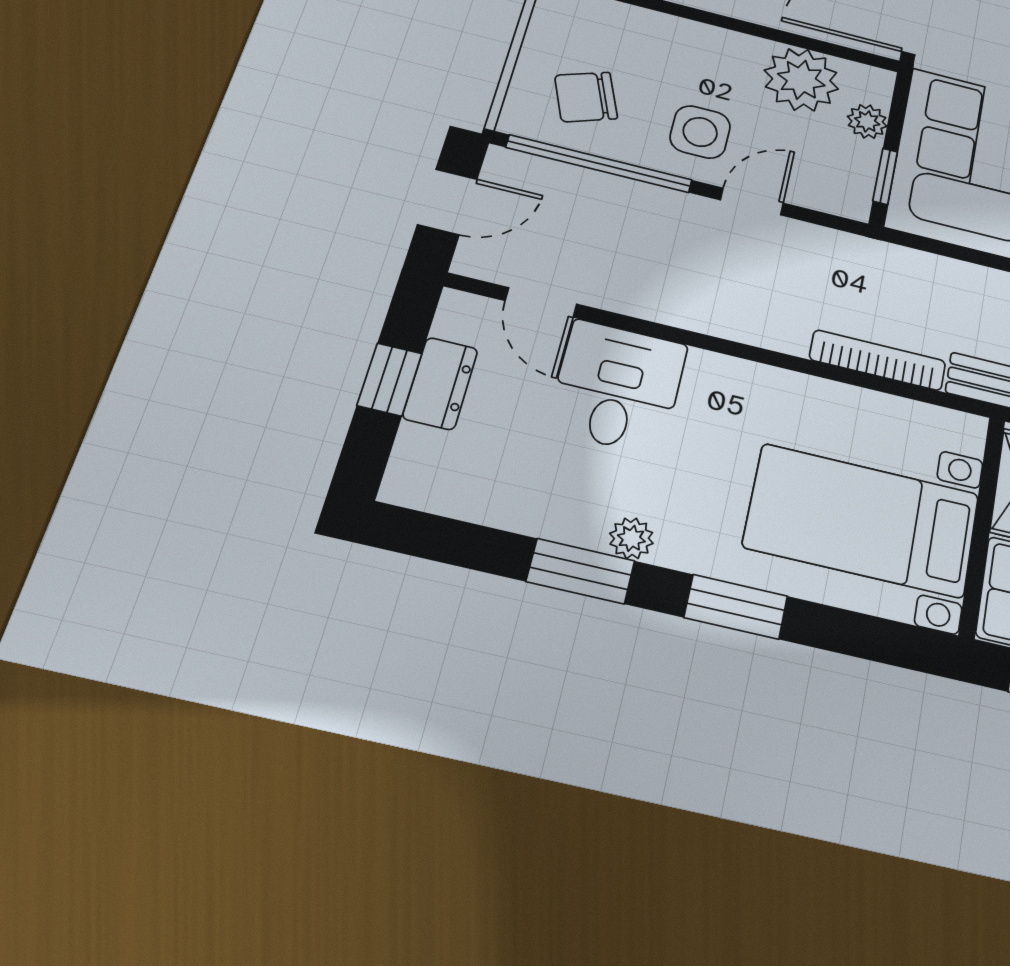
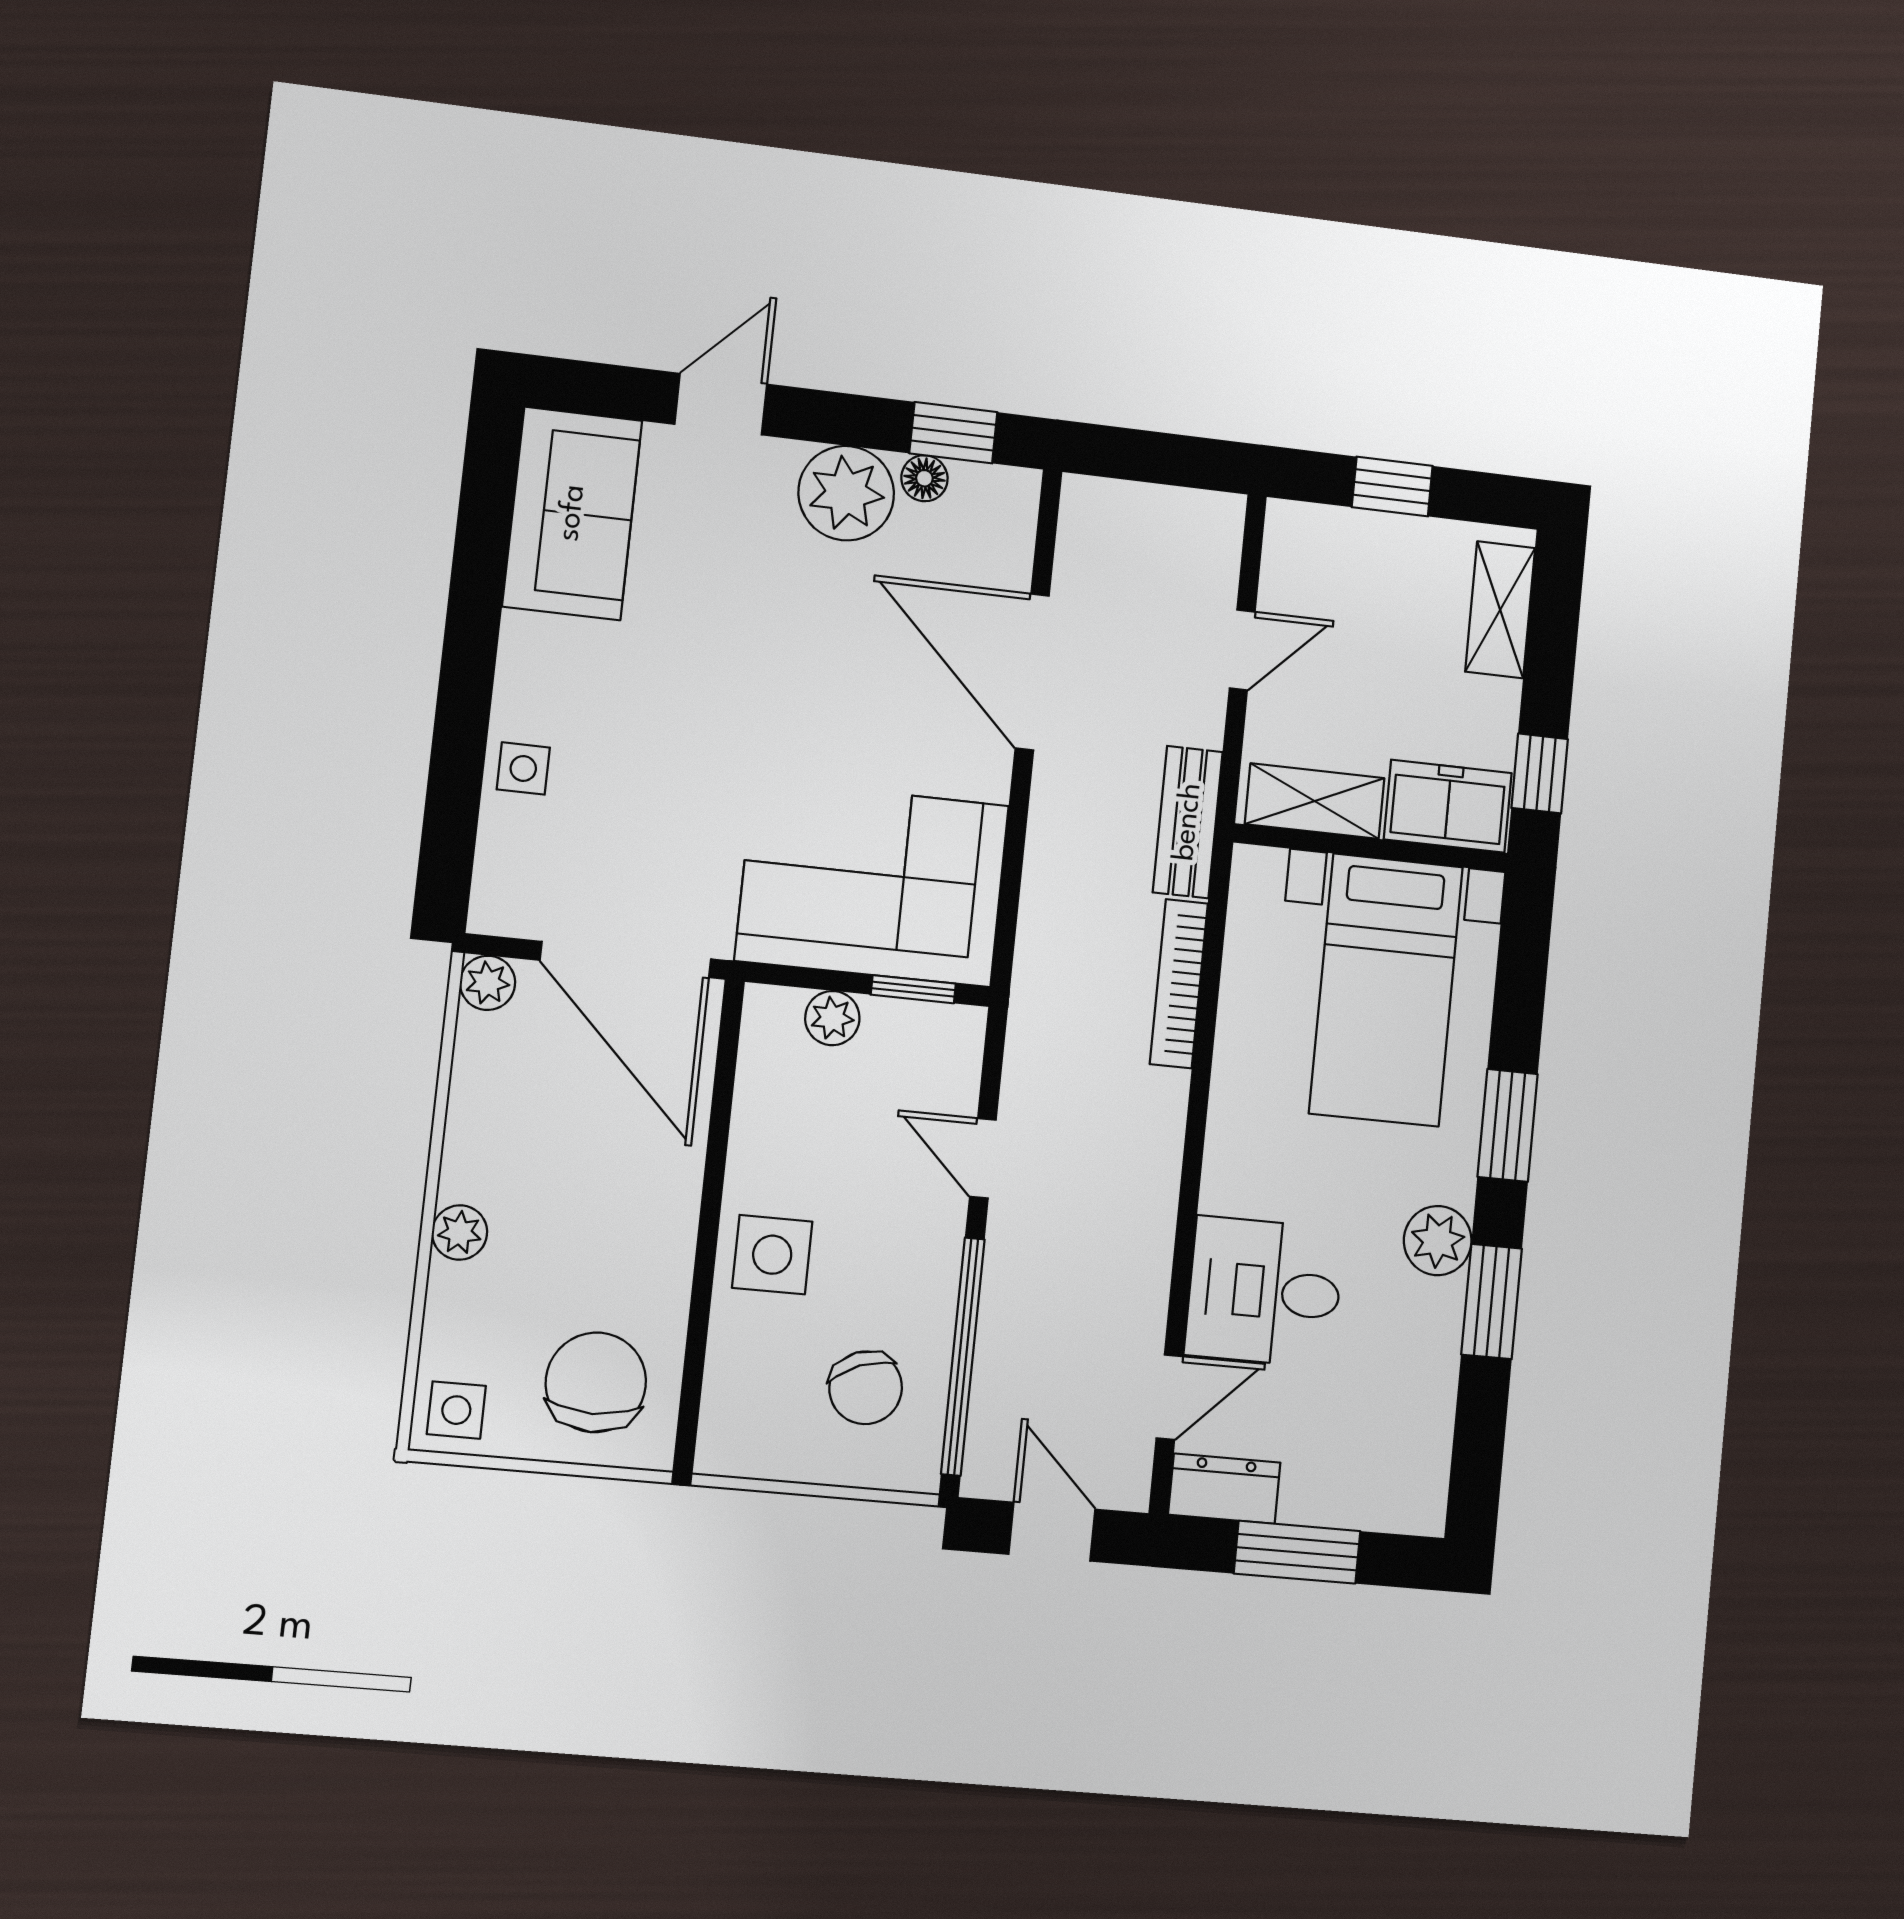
plant: (801, 80) -> (783, 1111), removed
side table: (700, 132) -> (772, 1255), moved
window: (390, 379) -> (1297, 1552), width x1.50
dresser: (440, 383) -> (1224, 1489), moved
plant: (631, 538) -> (1438, 1241), width x1.38, depth x1.38

